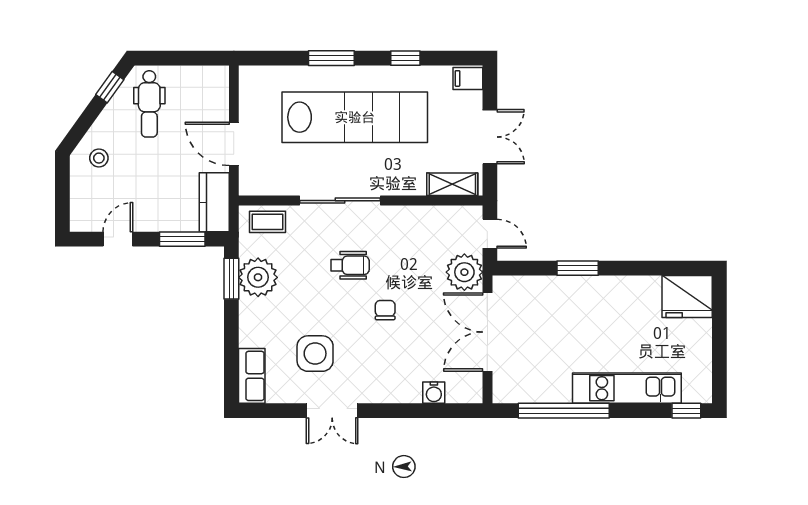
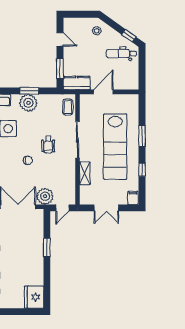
shelving: (452, 184) -> (85, 173), moved
plant: (258, 277) -> (28, 103), moved
window: (231, 279) -> (29, 91), moved

